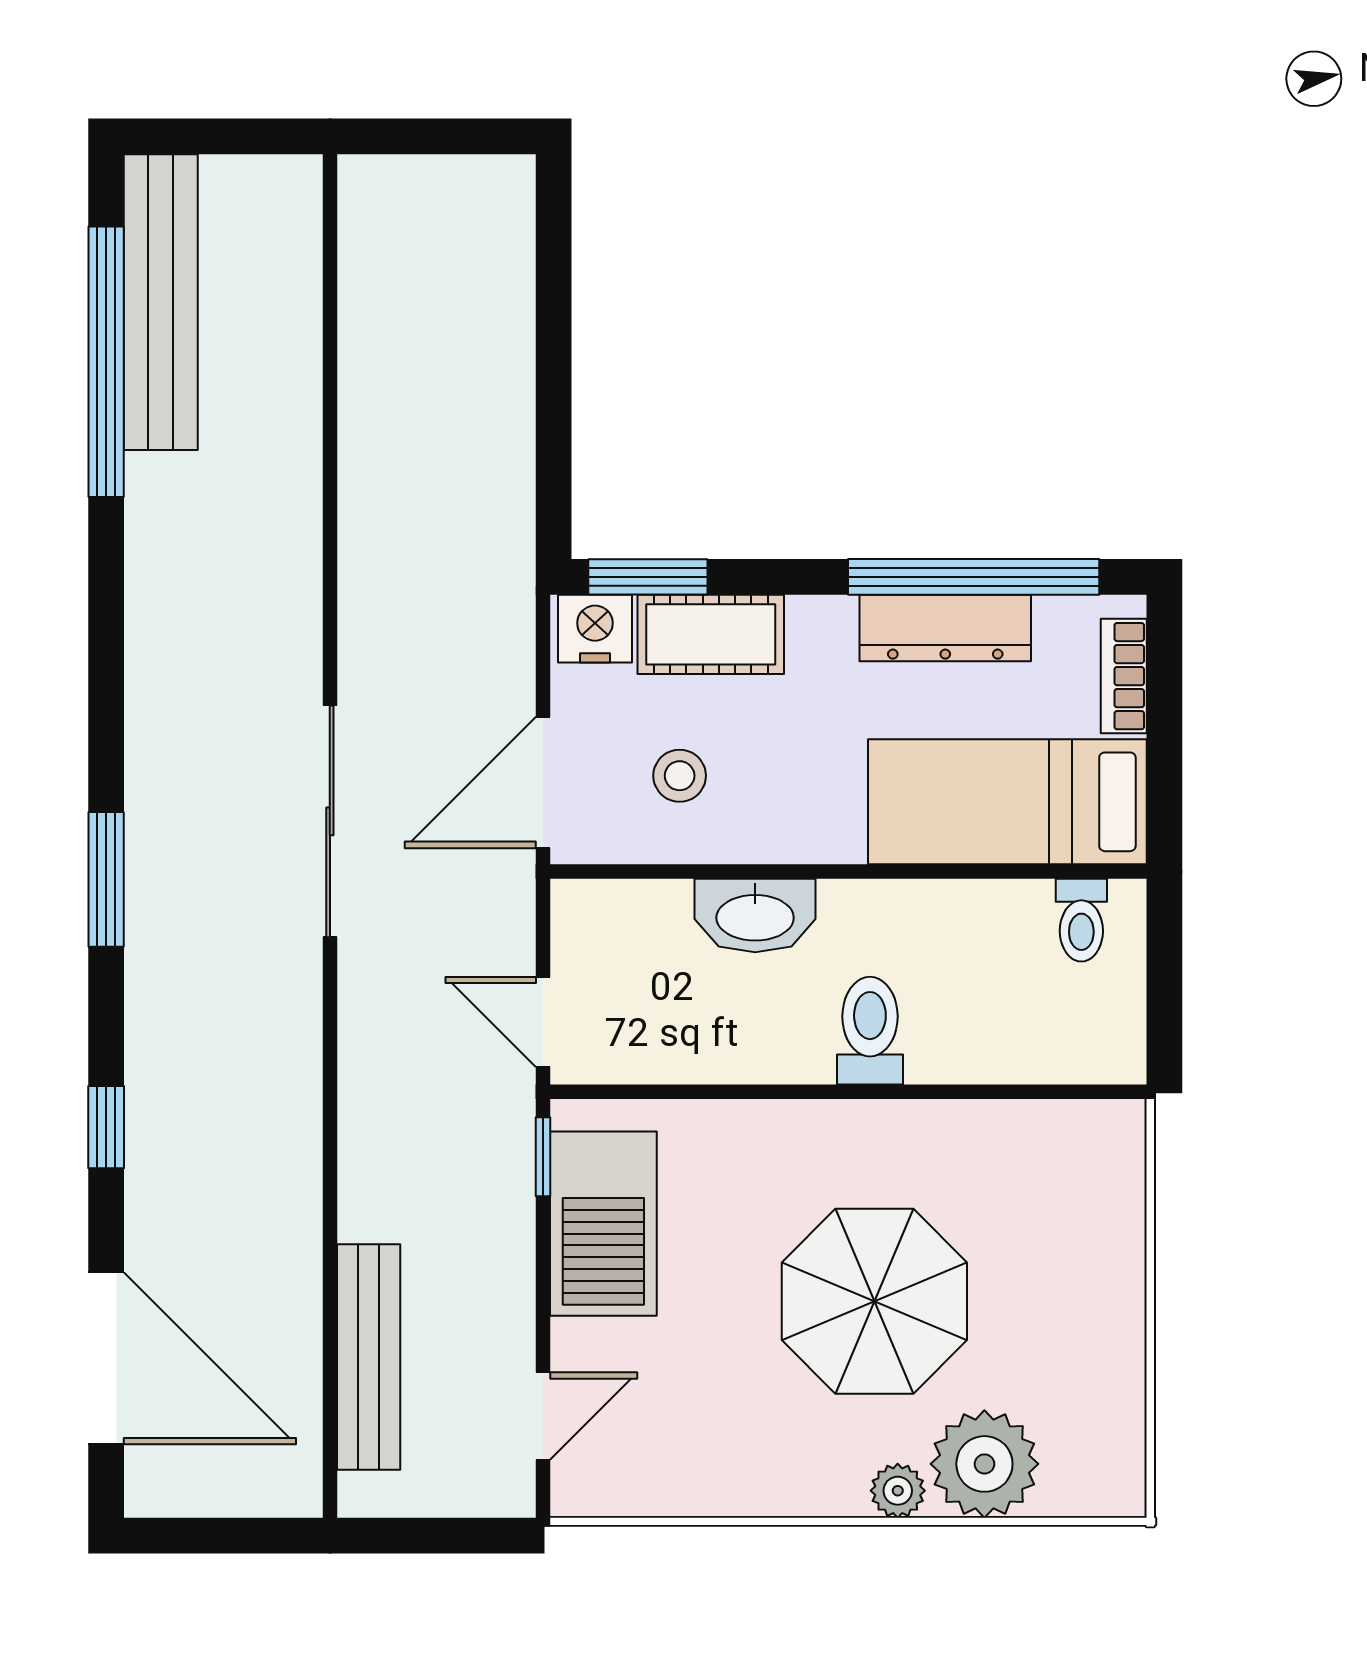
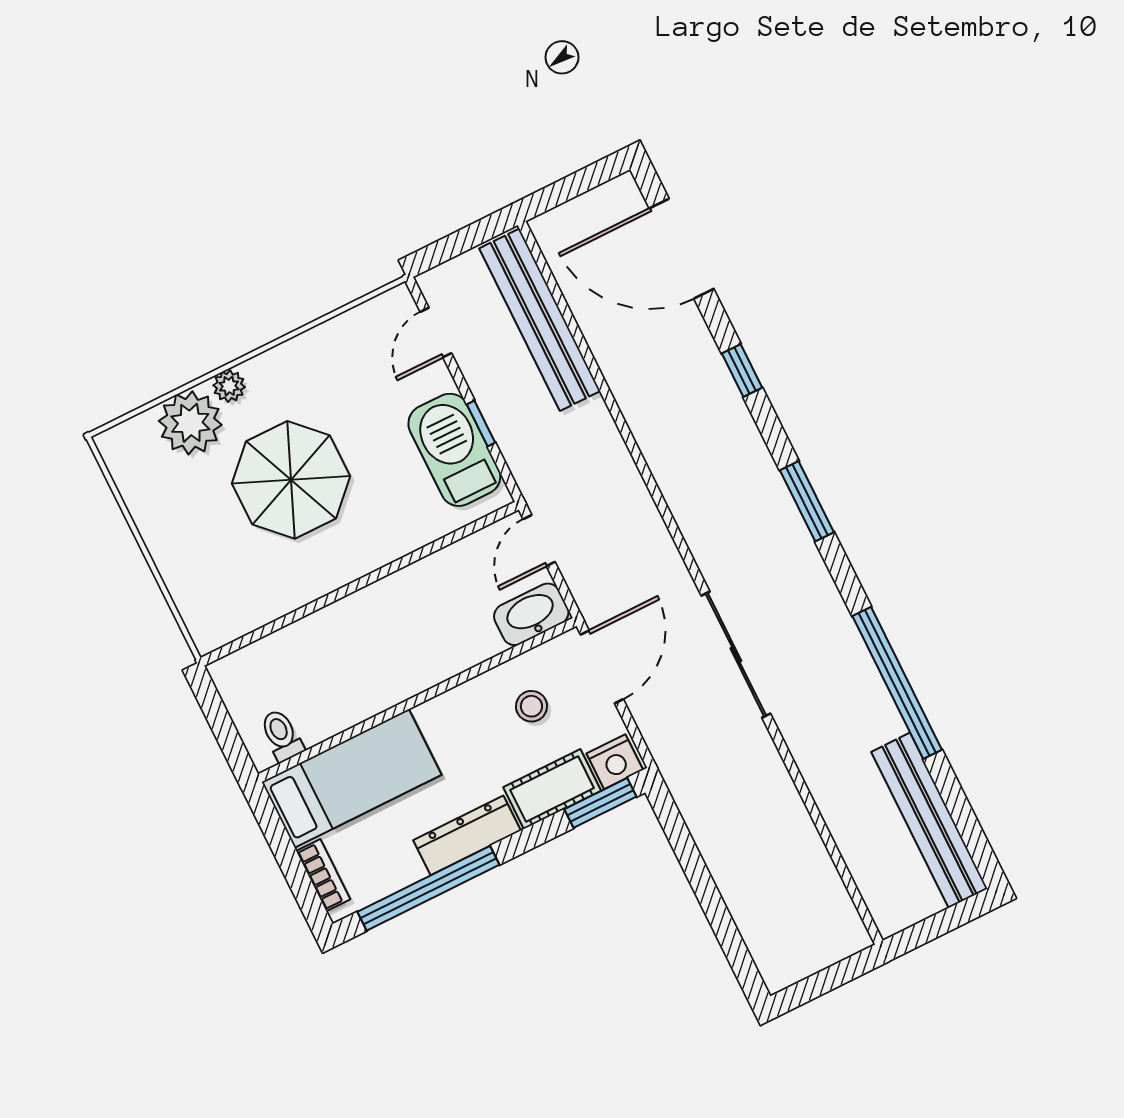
window: (106, 362) -> (897, 683), moved
dresser: (945, 628) -> (467, 835), moved
sliding door: (330, 821) -> (736, 655), moved
washbasin: (755, 916) -> (531, 614), moved
door: (543, 1022) -> (539, 541), swing flipped
toilet: (870, 1031) -> (364, 622), removed
window: (543, 1157) -> (481, 423), moved
bench: (369, 1357) -> (540, 320), width x1.37, depth x1.21

